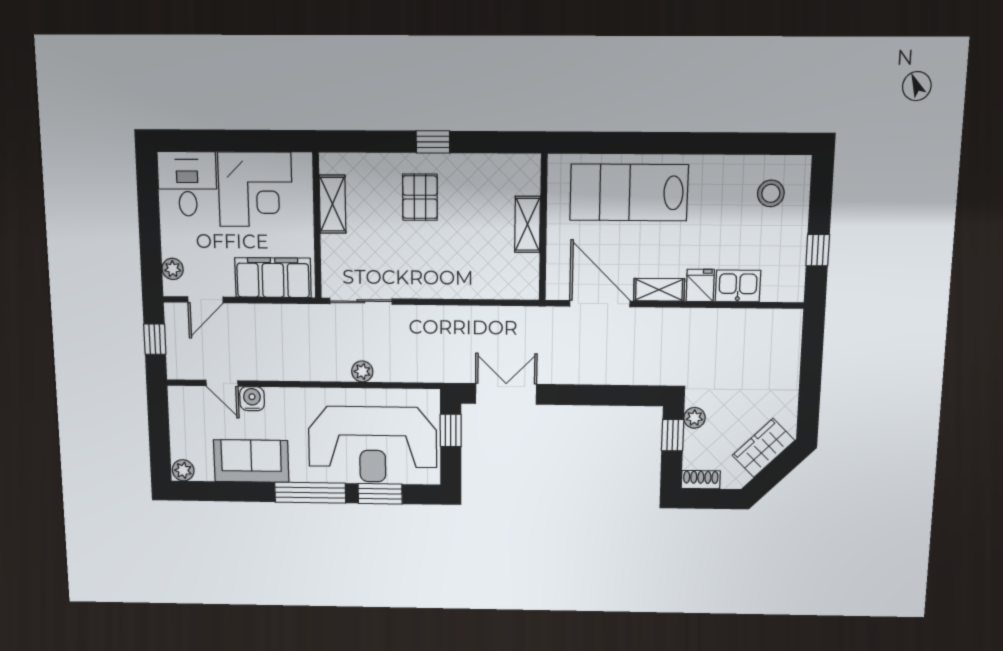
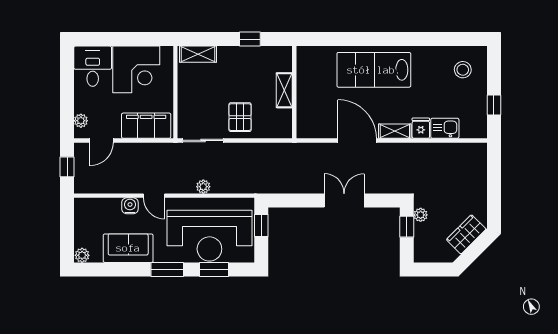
pallet: (420, 197) -> (240, 117), moved
shelving: (333, 204) -> (198, 54), moved, turned 90
shelving: (528, 224) -> (284, 90), moved
wall: (543, 228) -> (294, 92), moved
door: (222, 383) -> (154, 196), moved
double door: (506, 394) -> (344, 200), moved
shoe rack: (701, 480) -> (426, 256), removed
window: (310, 493) -> (167, 269), width x0.69

